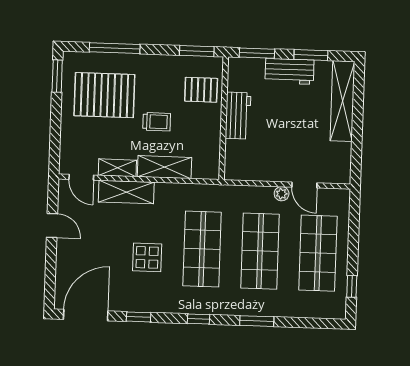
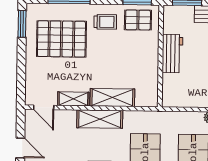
pallet: (201, 90) -> (138, 20), moved
trolley: (157, 122) -> (105, 22), moved
shelving: (126, 192) -> (100, 119), moved

